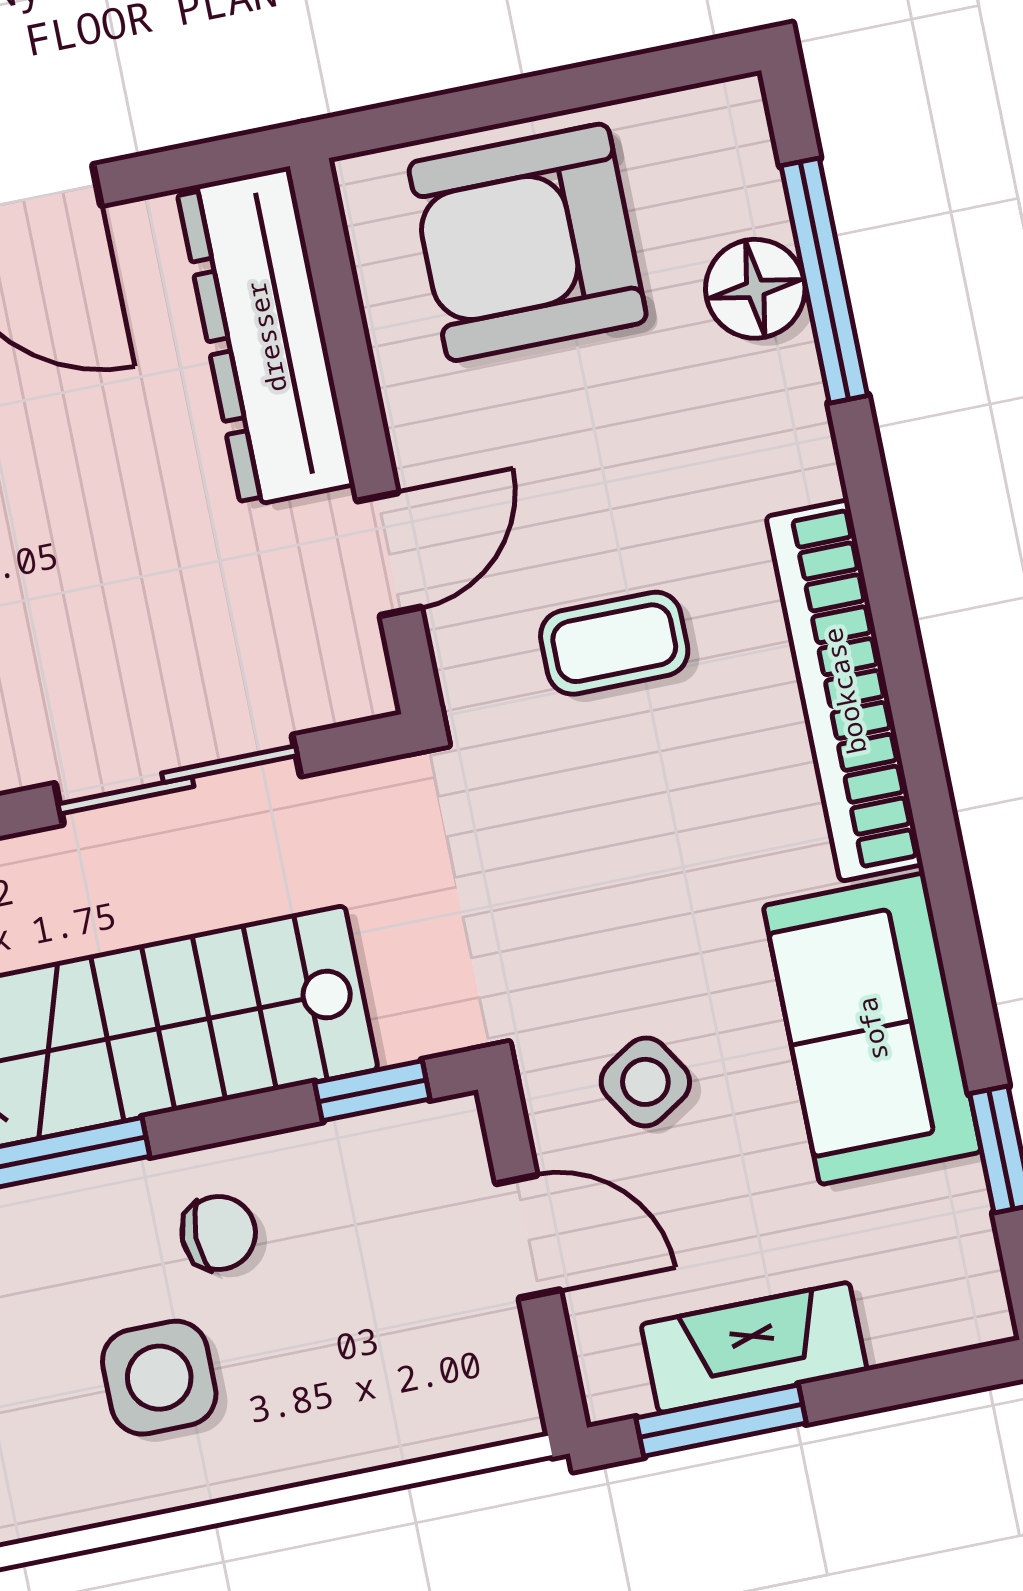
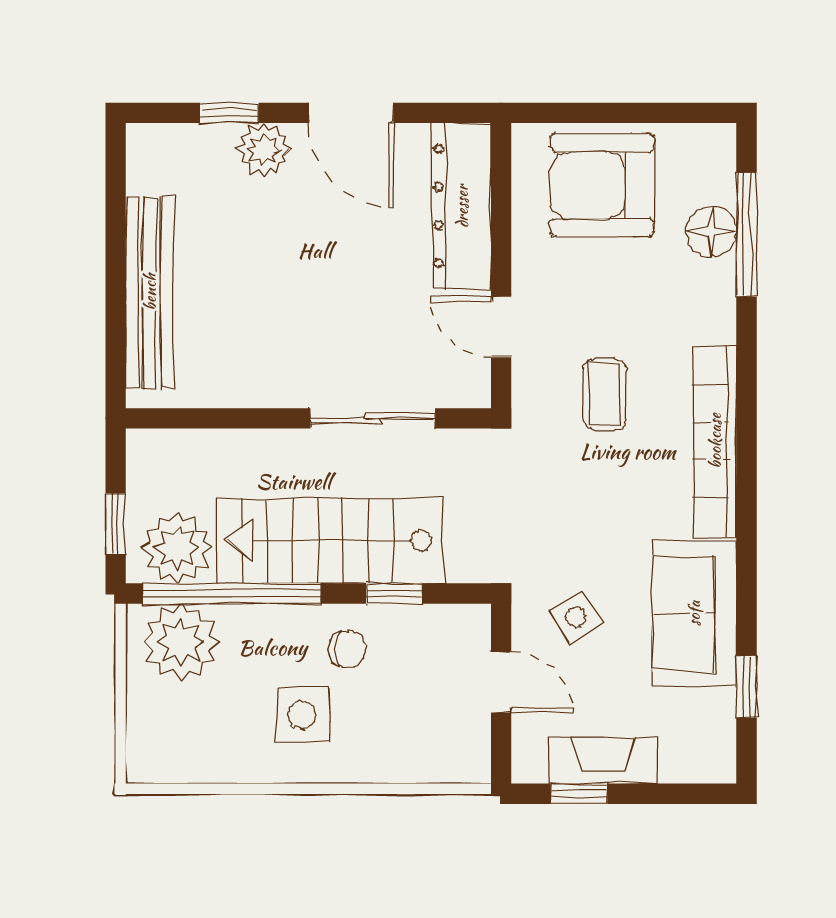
door: (389, 554) -> (501, 327), swing flipped
coffee table: (614, 643) -> (605, 394), turned 90
window: (372, 1091) -> (394, 593), moved
window: (721, 1421) -> (579, 794), width x0.67

